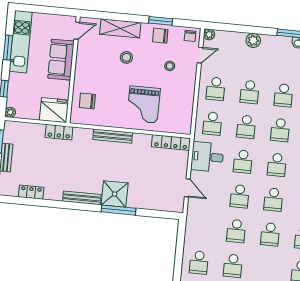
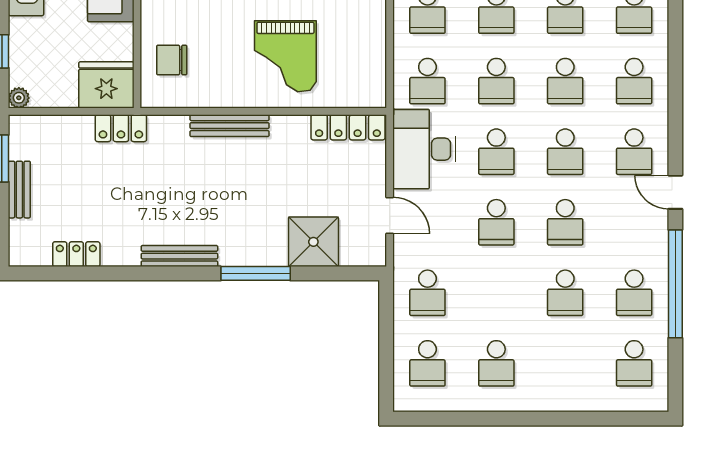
desk: (207, 157) -> (424, 149), width x1.37
shower: (115, 194) -> (313, 242), moved
school desk: (236, 231) -> (427, 293), moved

